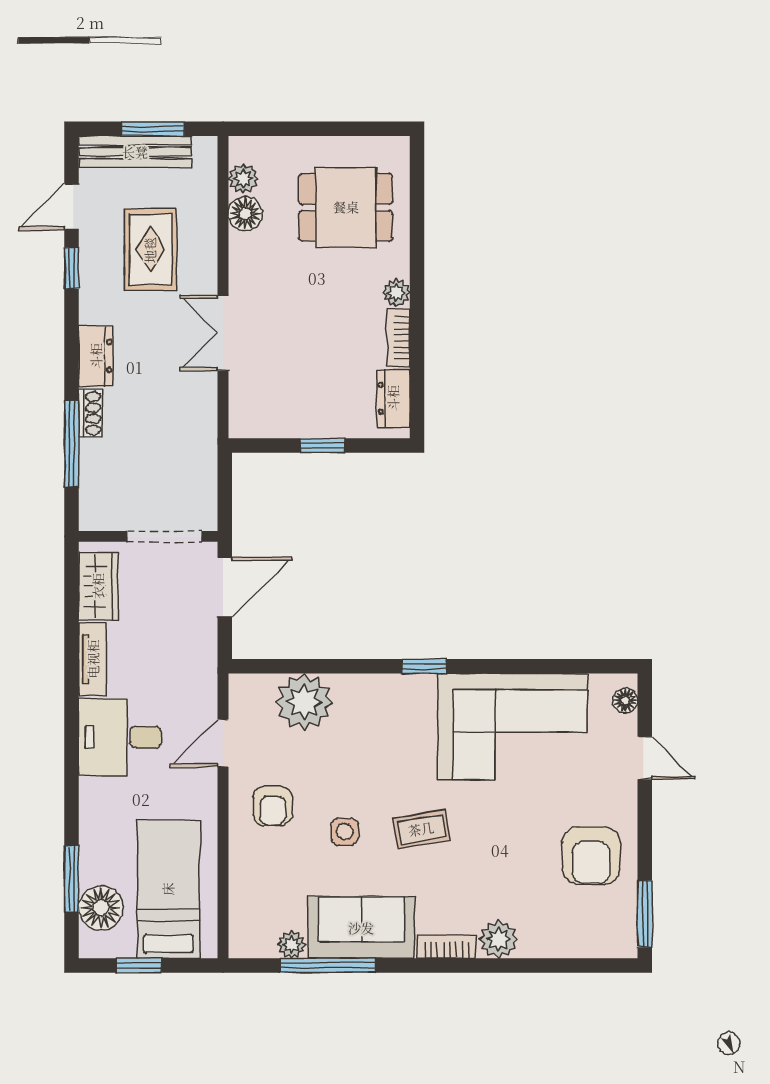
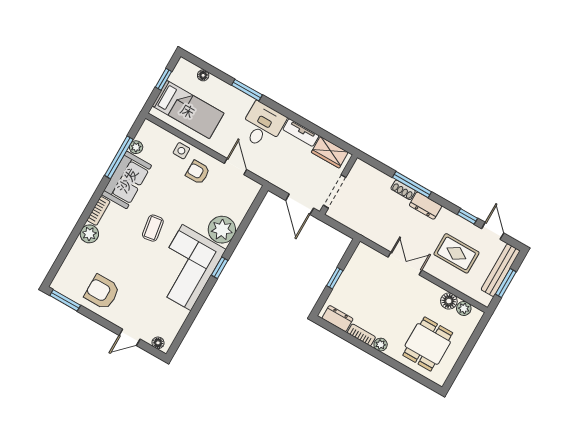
window: (72, 444) -> (412, 185), moved
plant: (304, 702) -> (222, 230), moved
corner sofa: (513, 727) -> (187, 268), moved
side table: (345, 832) -> (181, 151), moved
window: (72, 879) -> (247, 90), moved
floor lamp: (101, 908) -> (203, 75), width x0.53, depth x0.53

